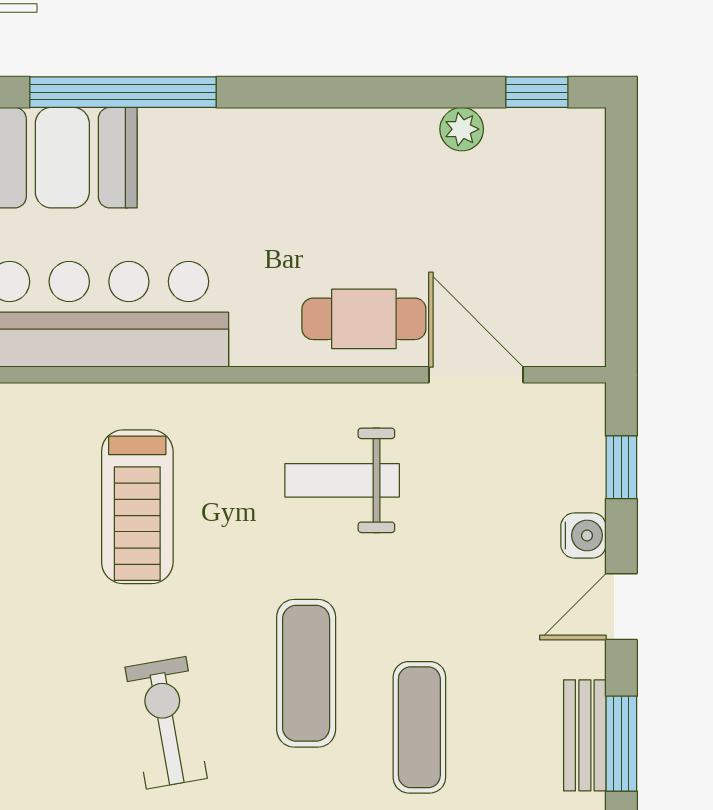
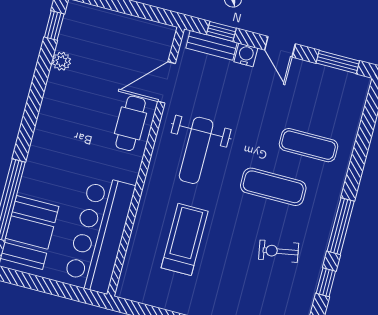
weight bench: (342, 480) -> (196, 150), width x1.36, depth x1.33
treadmill: (137, 507) -> (185, 239), turned -90
exercise bike: (166, 723) -> (279, 251), width x0.73, depth x0.72
bench: (585, 735) -> (211, 45), moved

